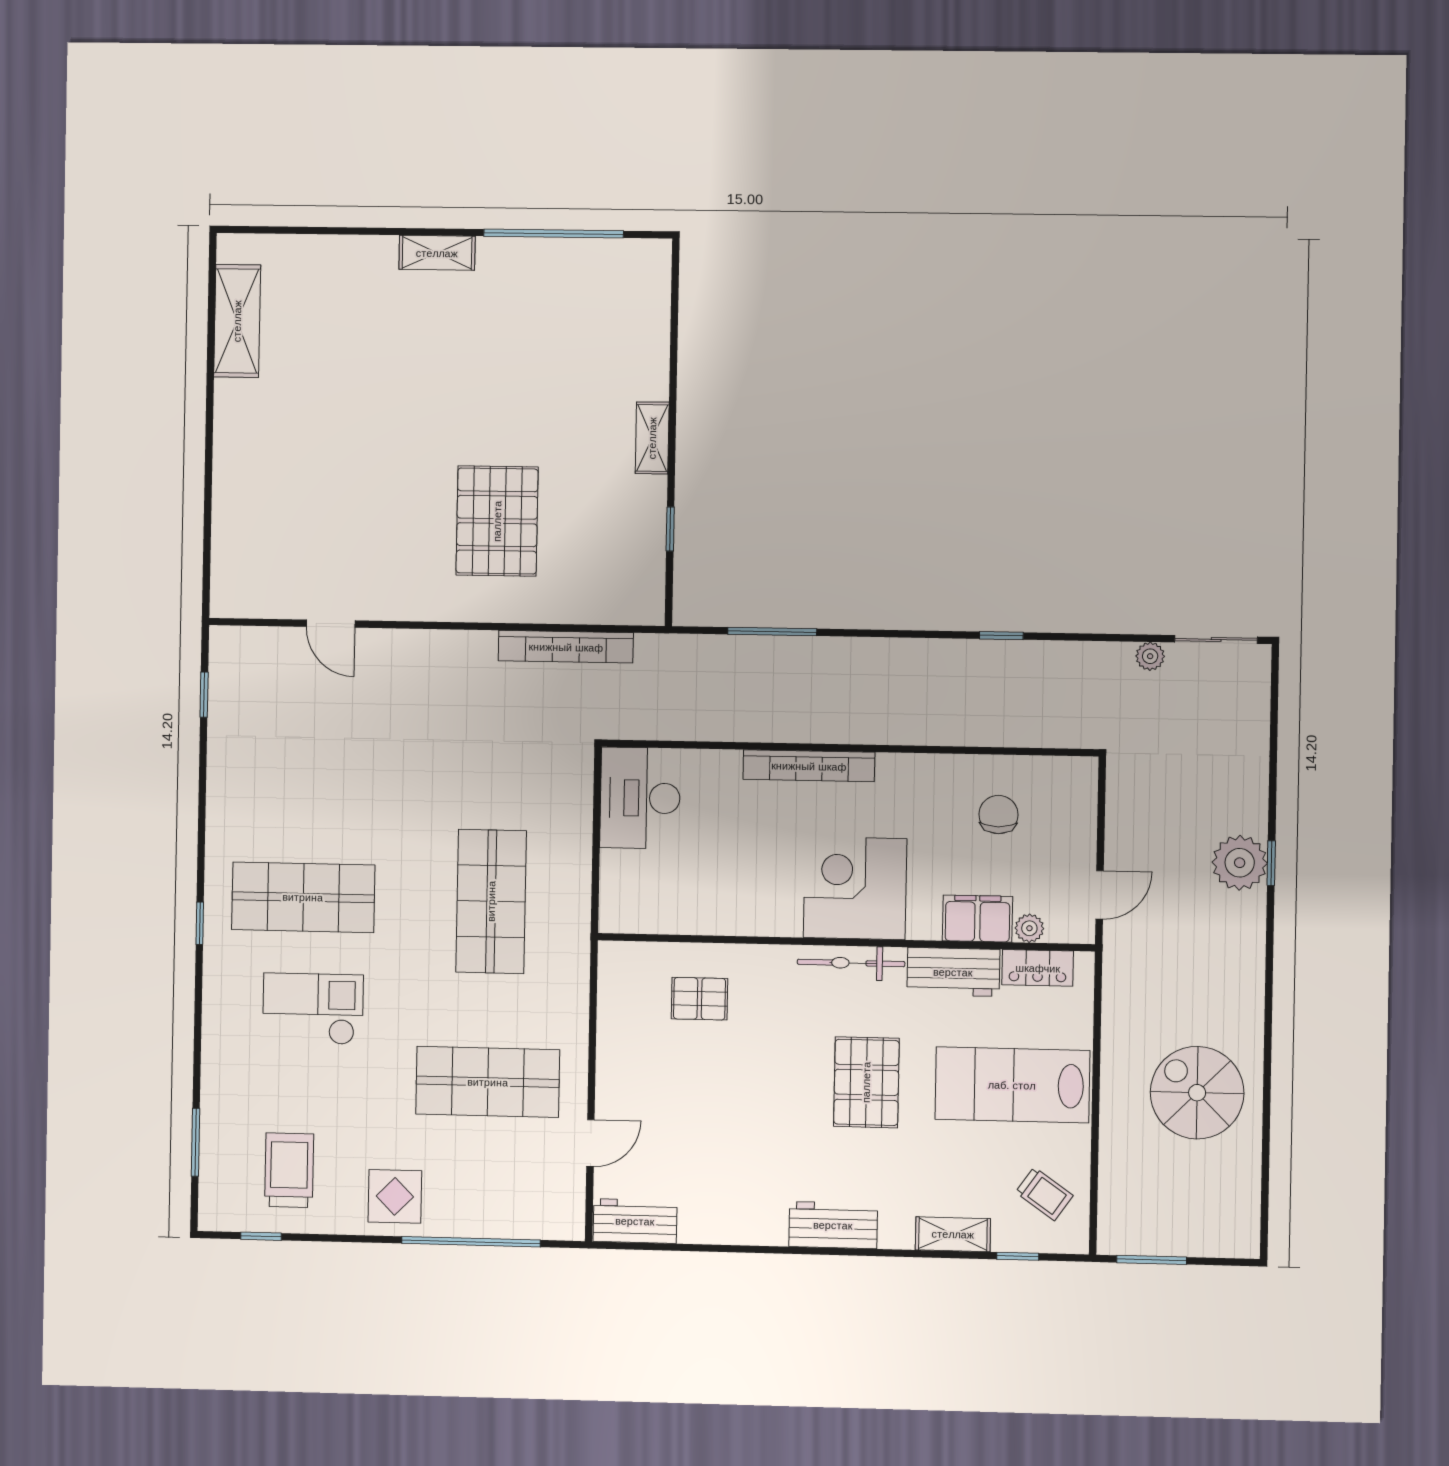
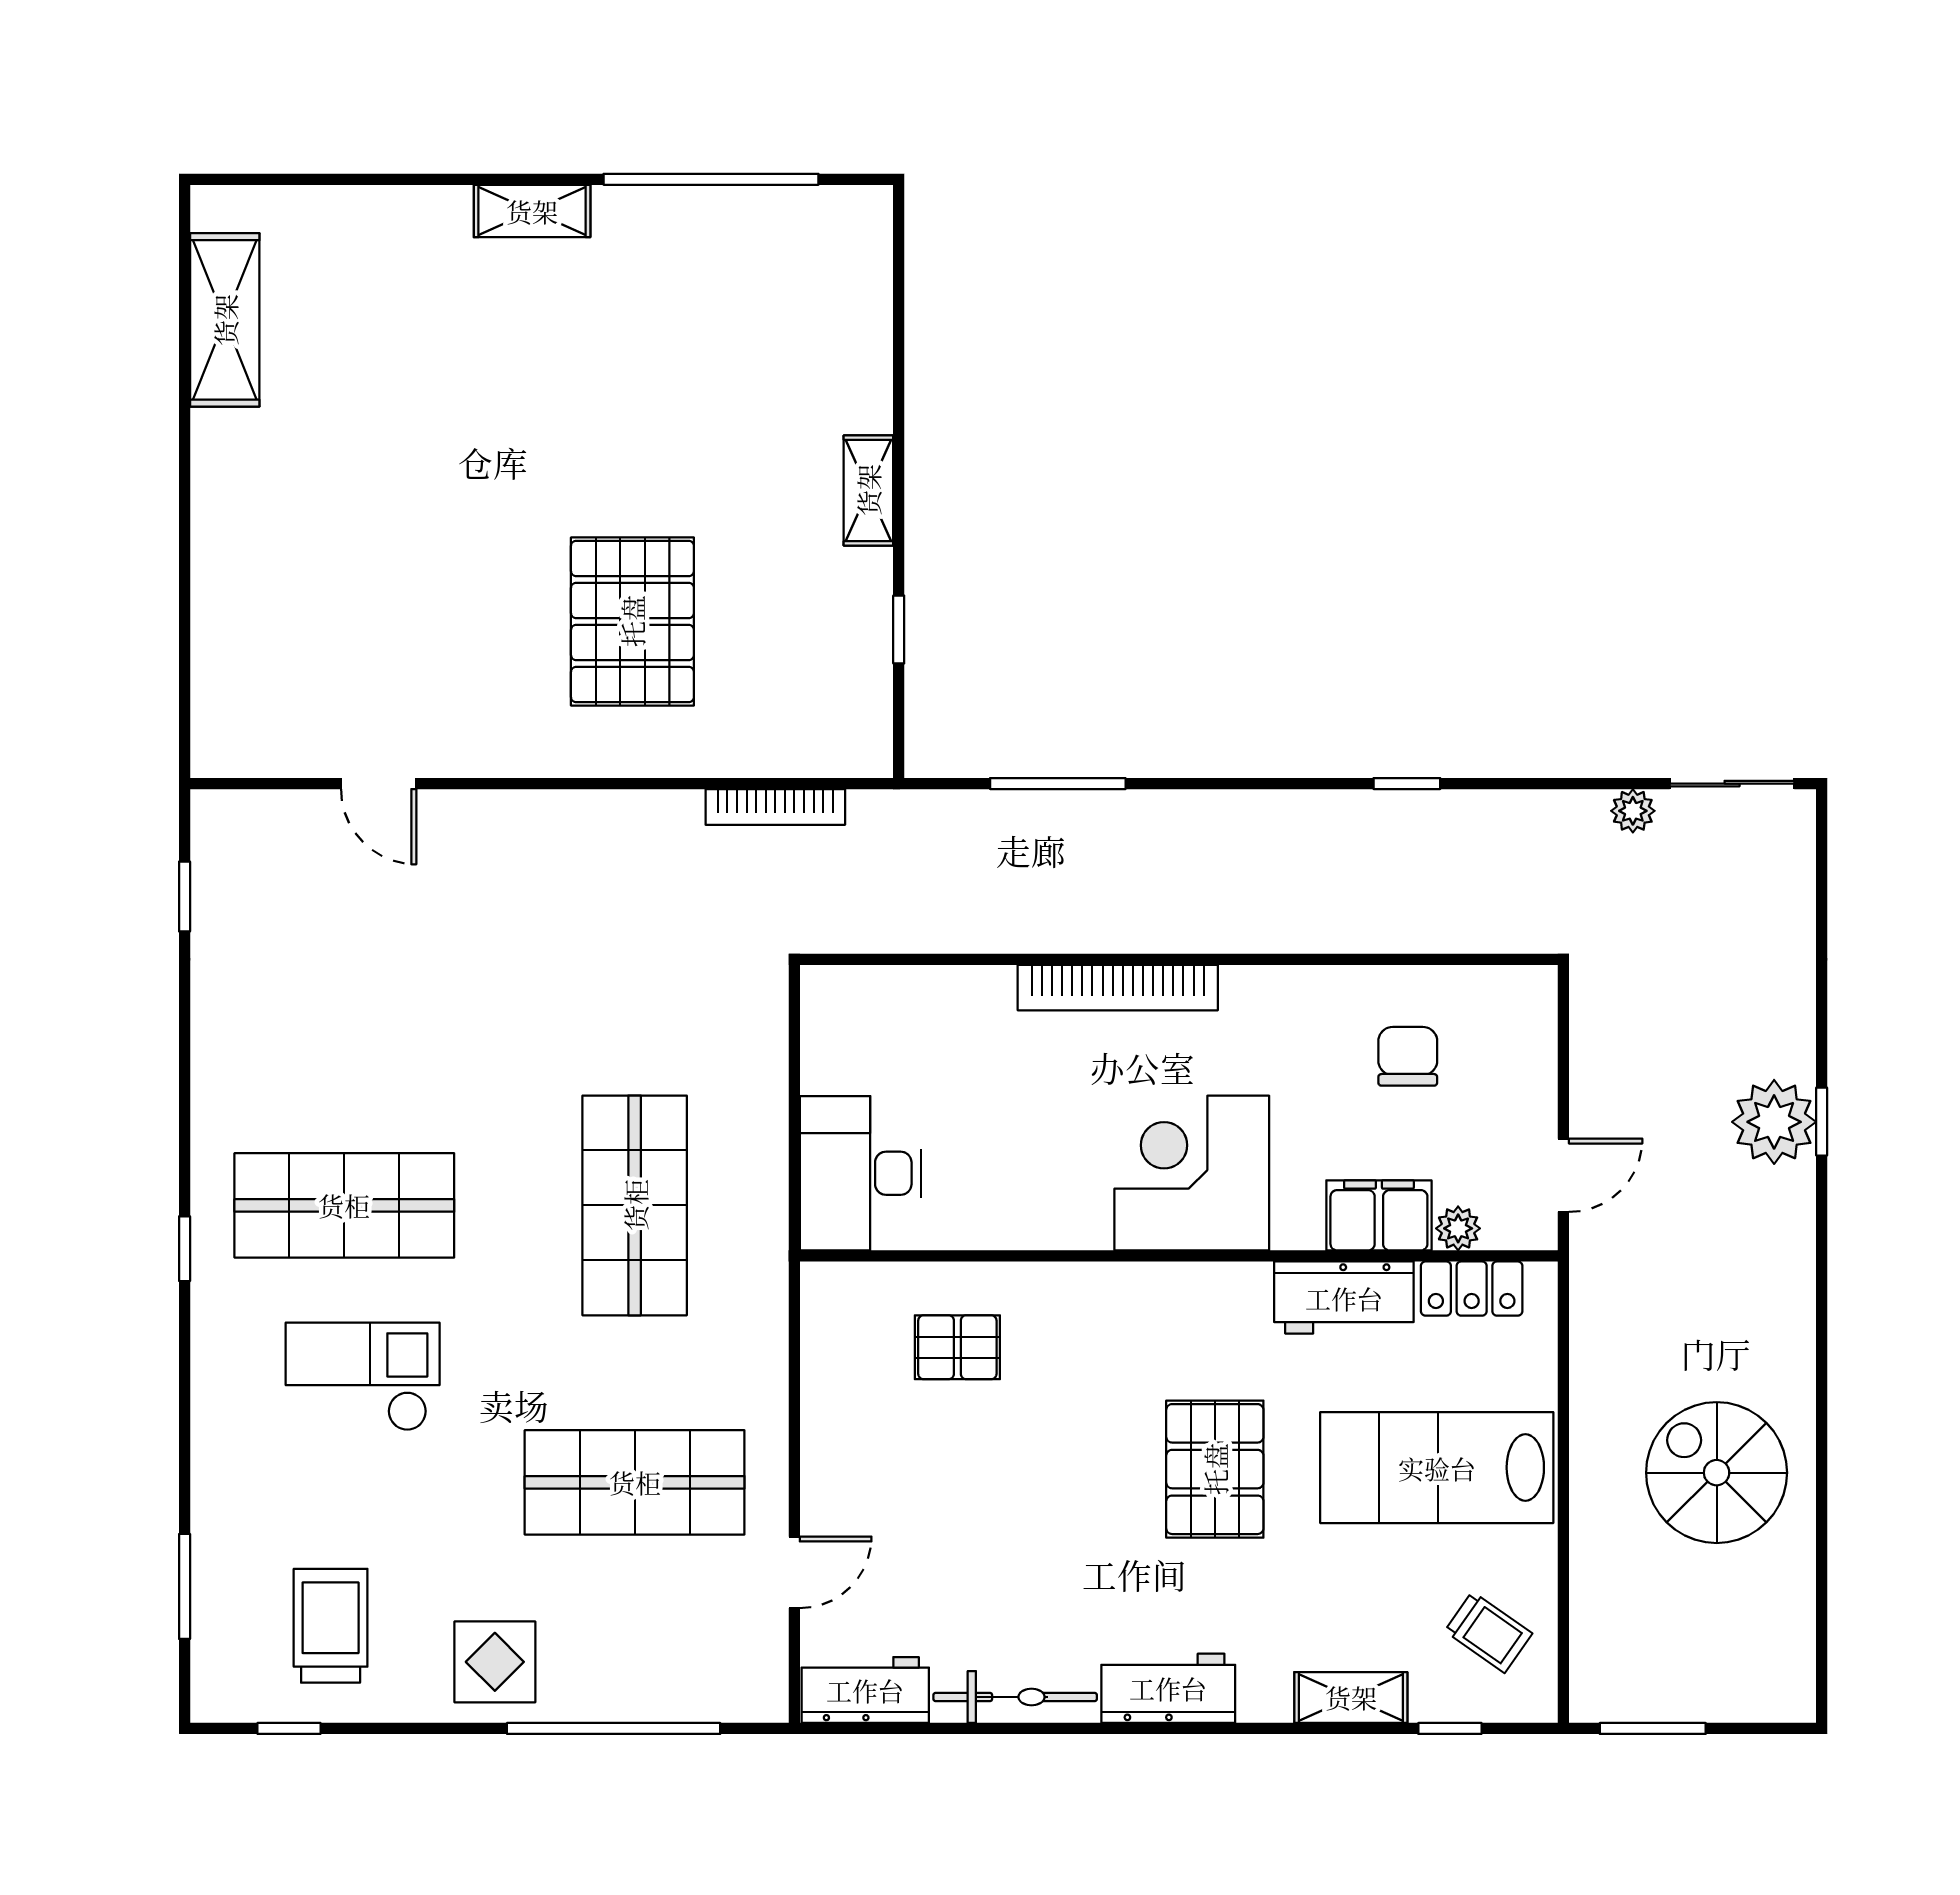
bookcase: (566, 647) -> (775, 807), width x0.68, depth x0.76
desk: (640, 798) -> (861, 1173), moved
bicycle: (851, 963) -> (1015, 1697), moved, turned 180

